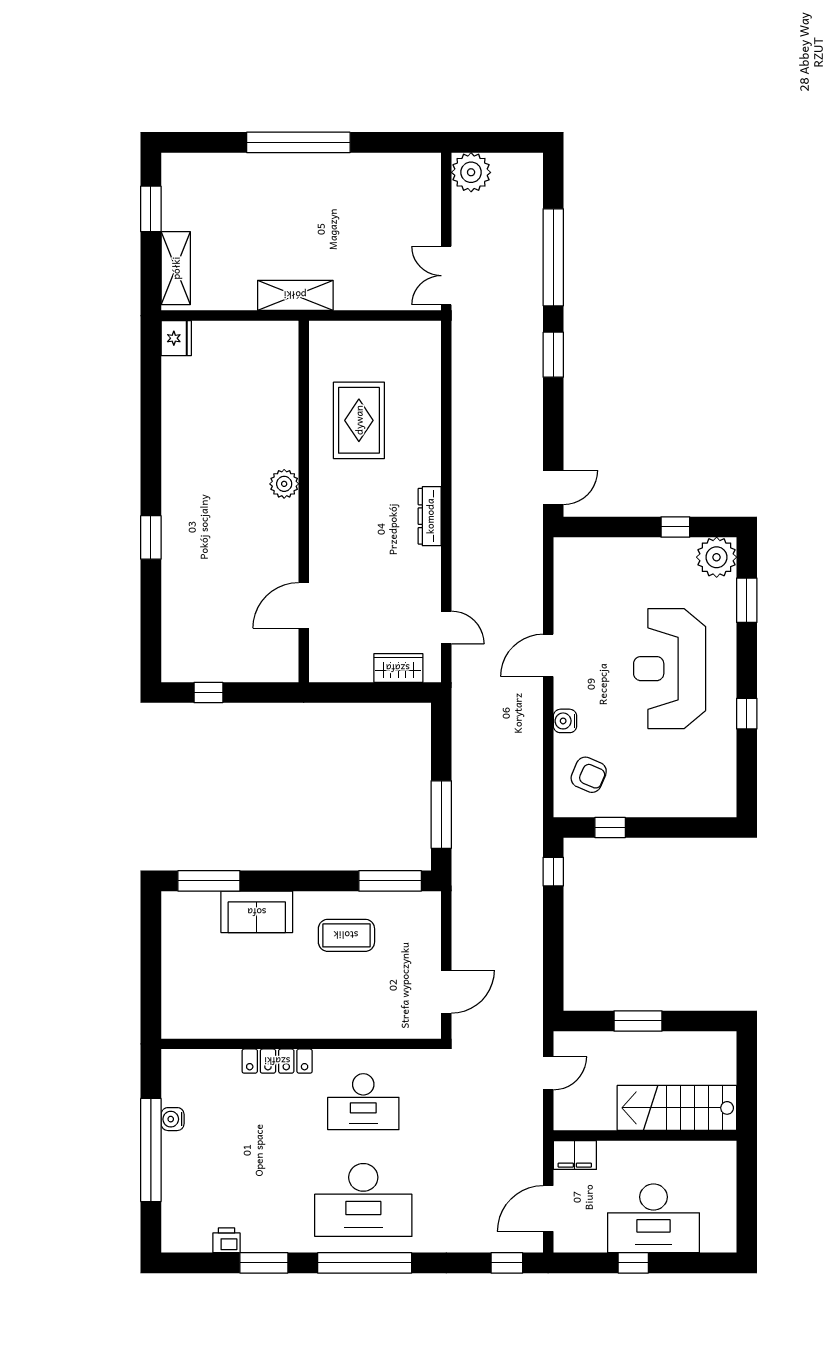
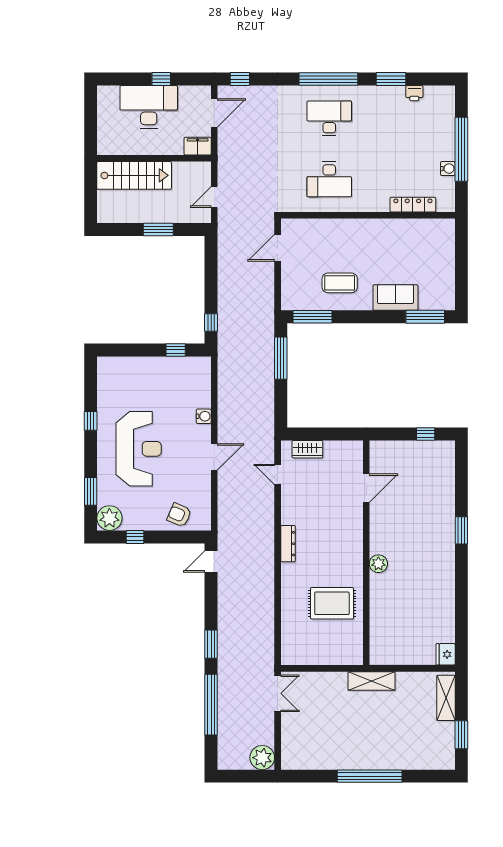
rug: (359, 420) -> (332, 603), turned 90
armchair: (589, 775) -> (179, 515), moved
locker: (277, 1061) -> (413, 205), moved
desk: (363, 1102) -> (329, 179), turned 180
desk: (363, 1200) -> (329, 118), width x0.73, depth x0.77

